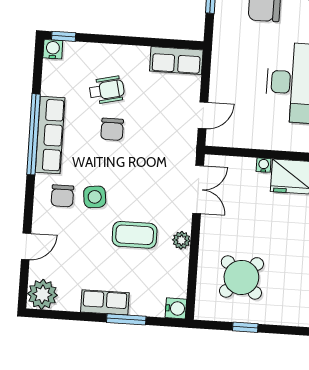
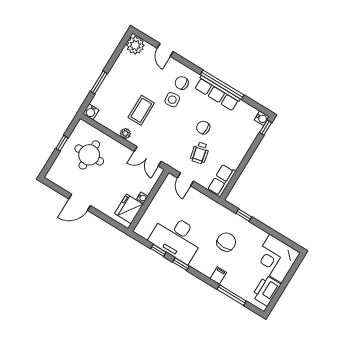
wheelchair: (107, 90) -> (200, 153), moved
round table: (241, 277) -> (89, 155), turned 45
row of seats: (105, 302) -> (114, 76), removed

